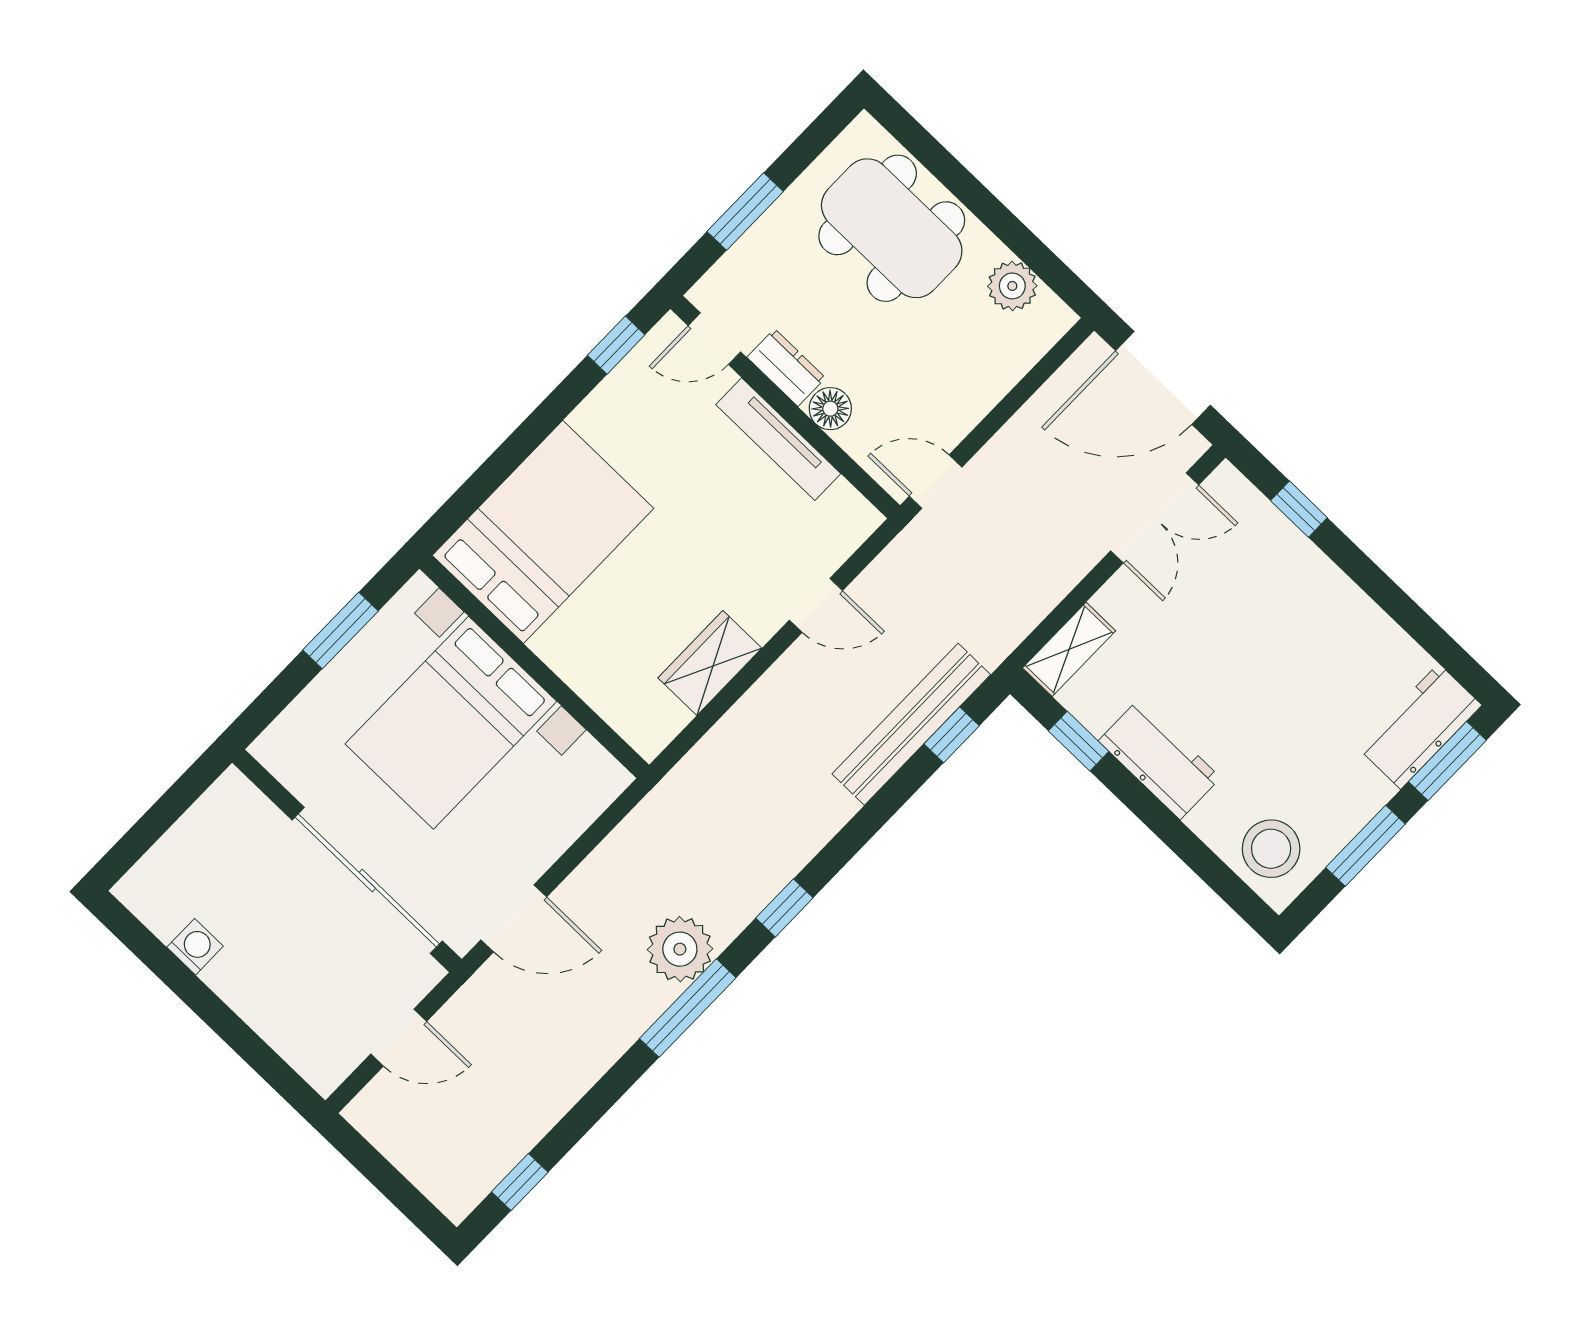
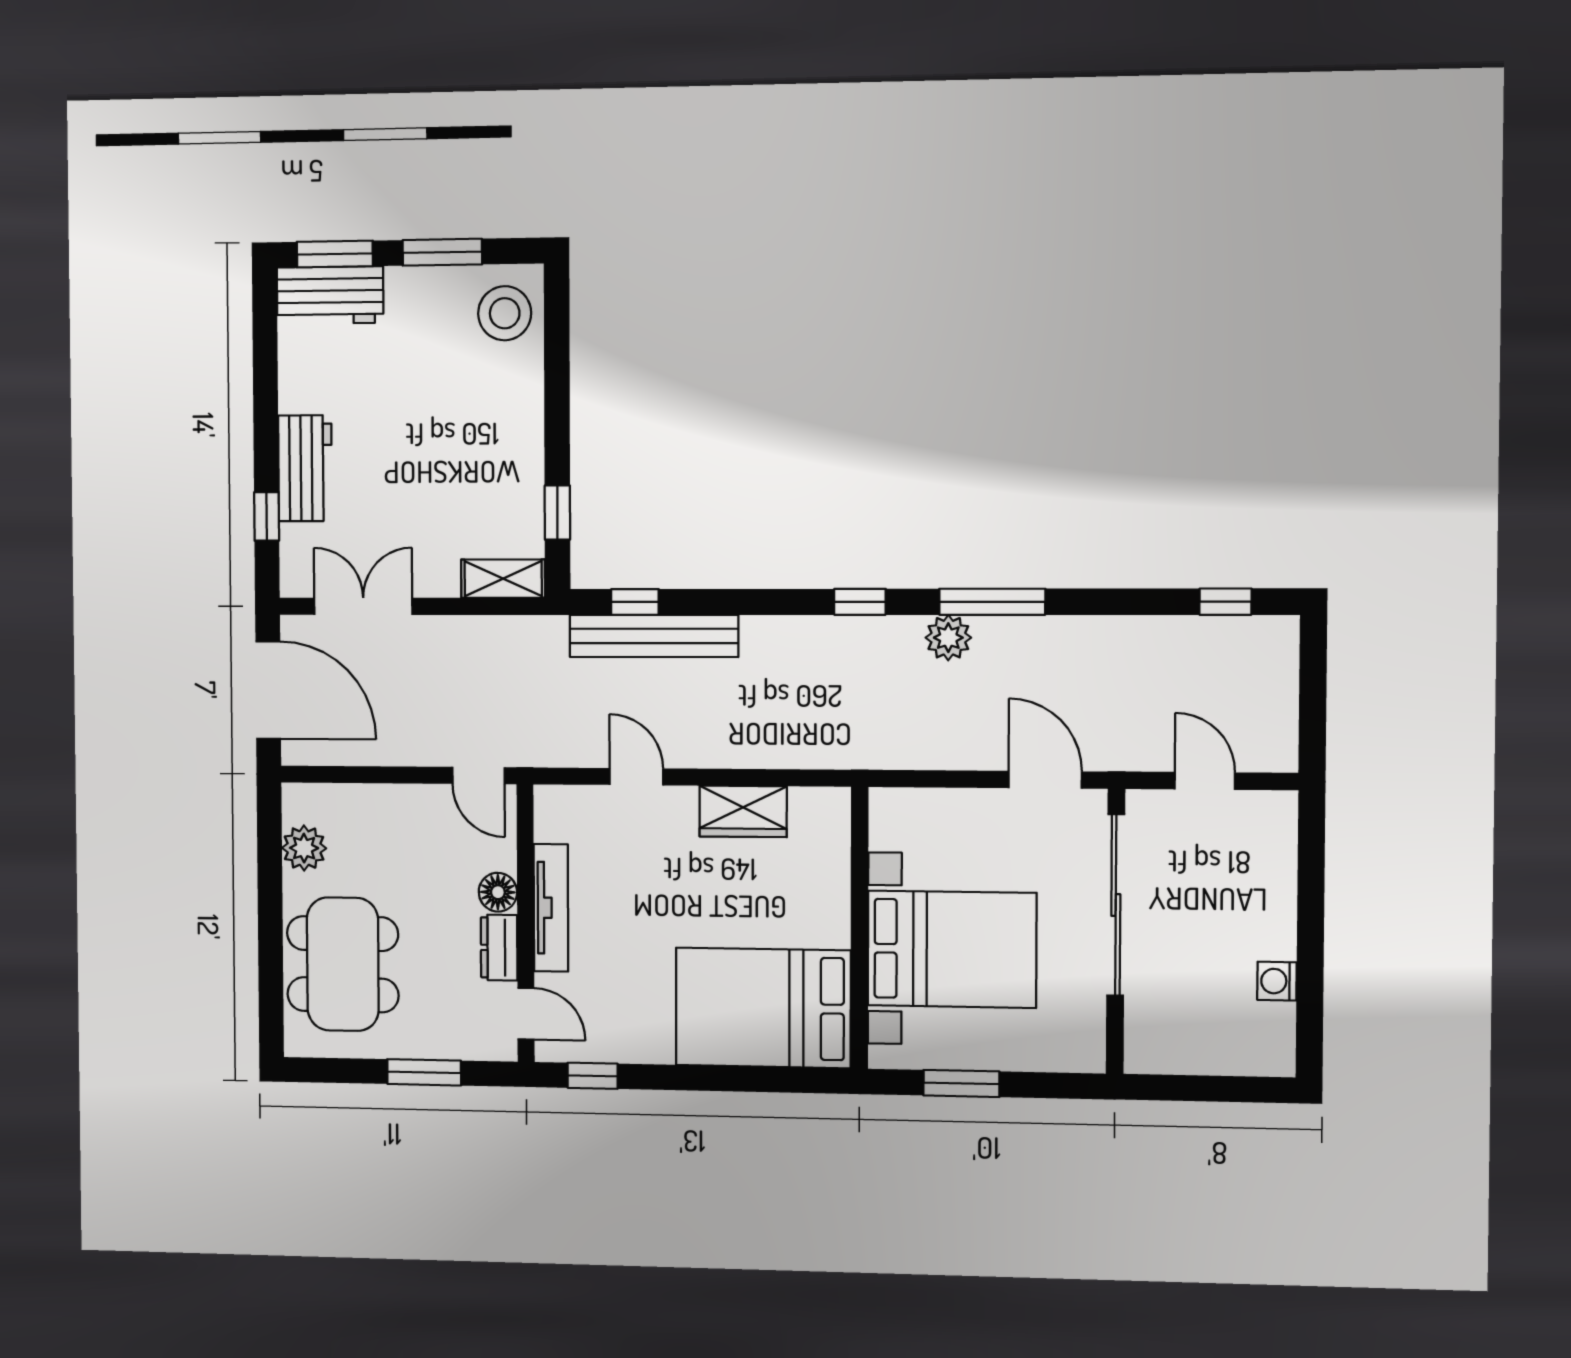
workbench: (1159, 759) -> (305, 468), moved, turned 180
plant: (680, 949) -> (948, 638), width x0.73, depth x0.73

